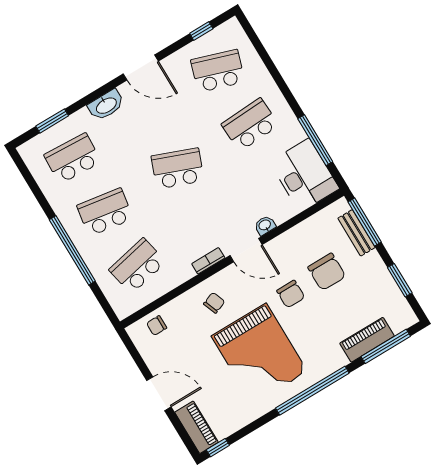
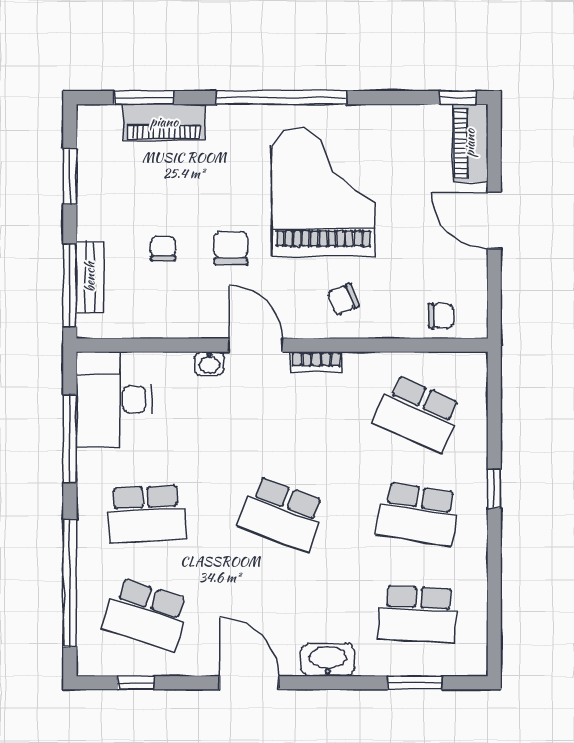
window: (269, 63) -> (70, 583), added
window: (72, 250) -> (494, 489), width x0.32
school desk: (137, 266) -> (418, 413), turned 36
chair: (327, 272) -> (163, 249), width x0.54, depth x0.54
window: (386, 346) -> (144, 98), width x0.69

